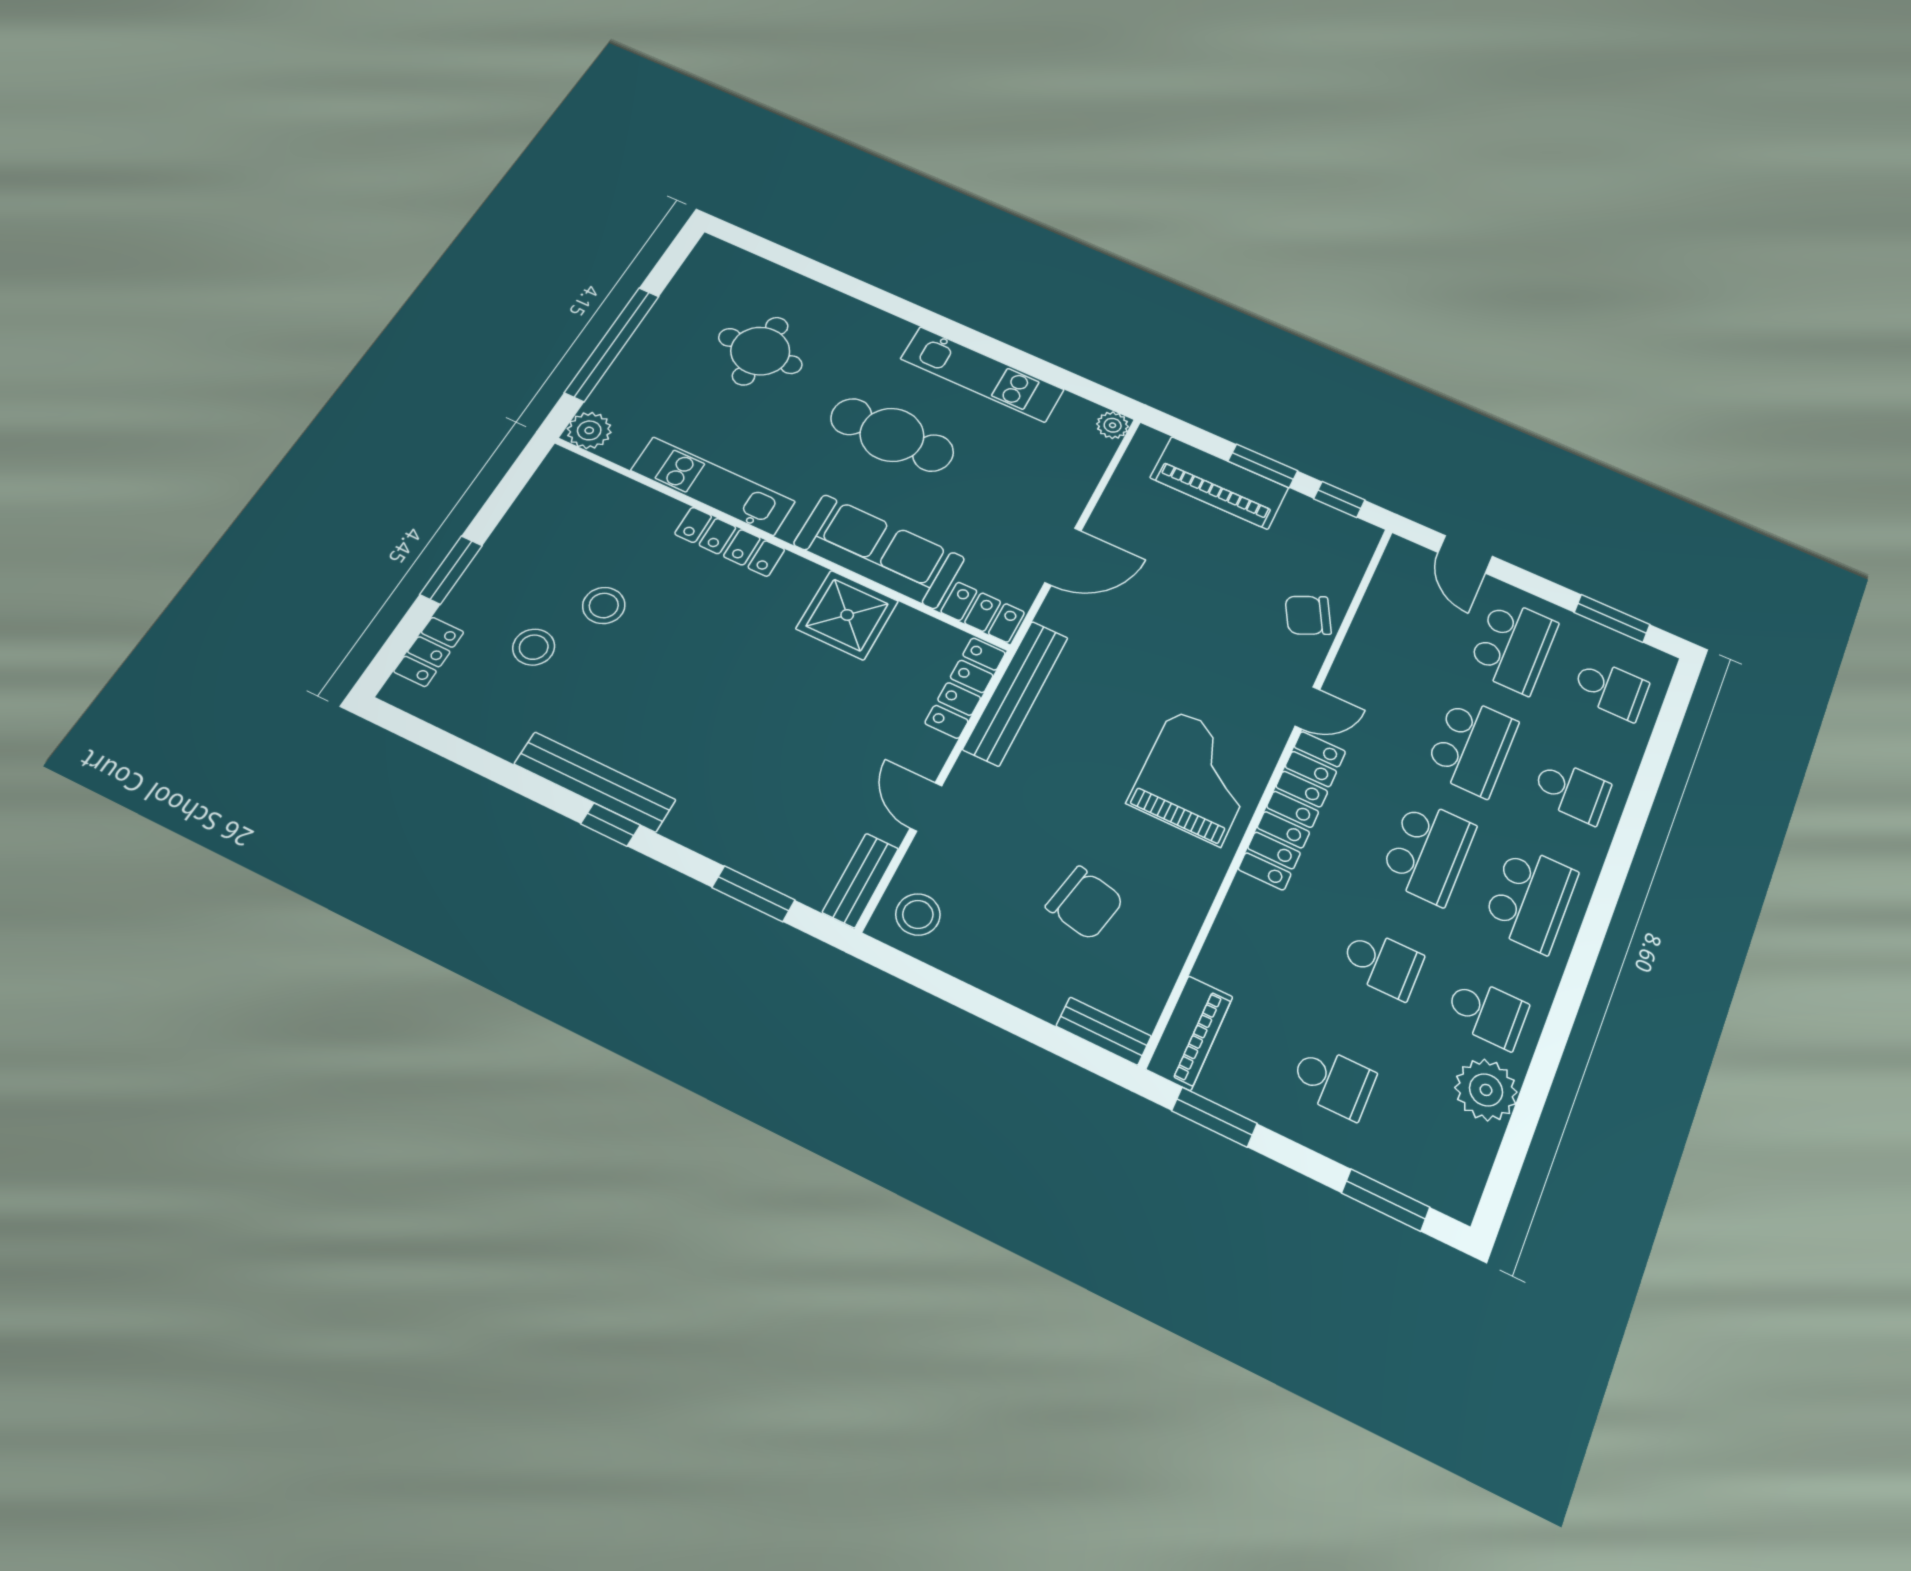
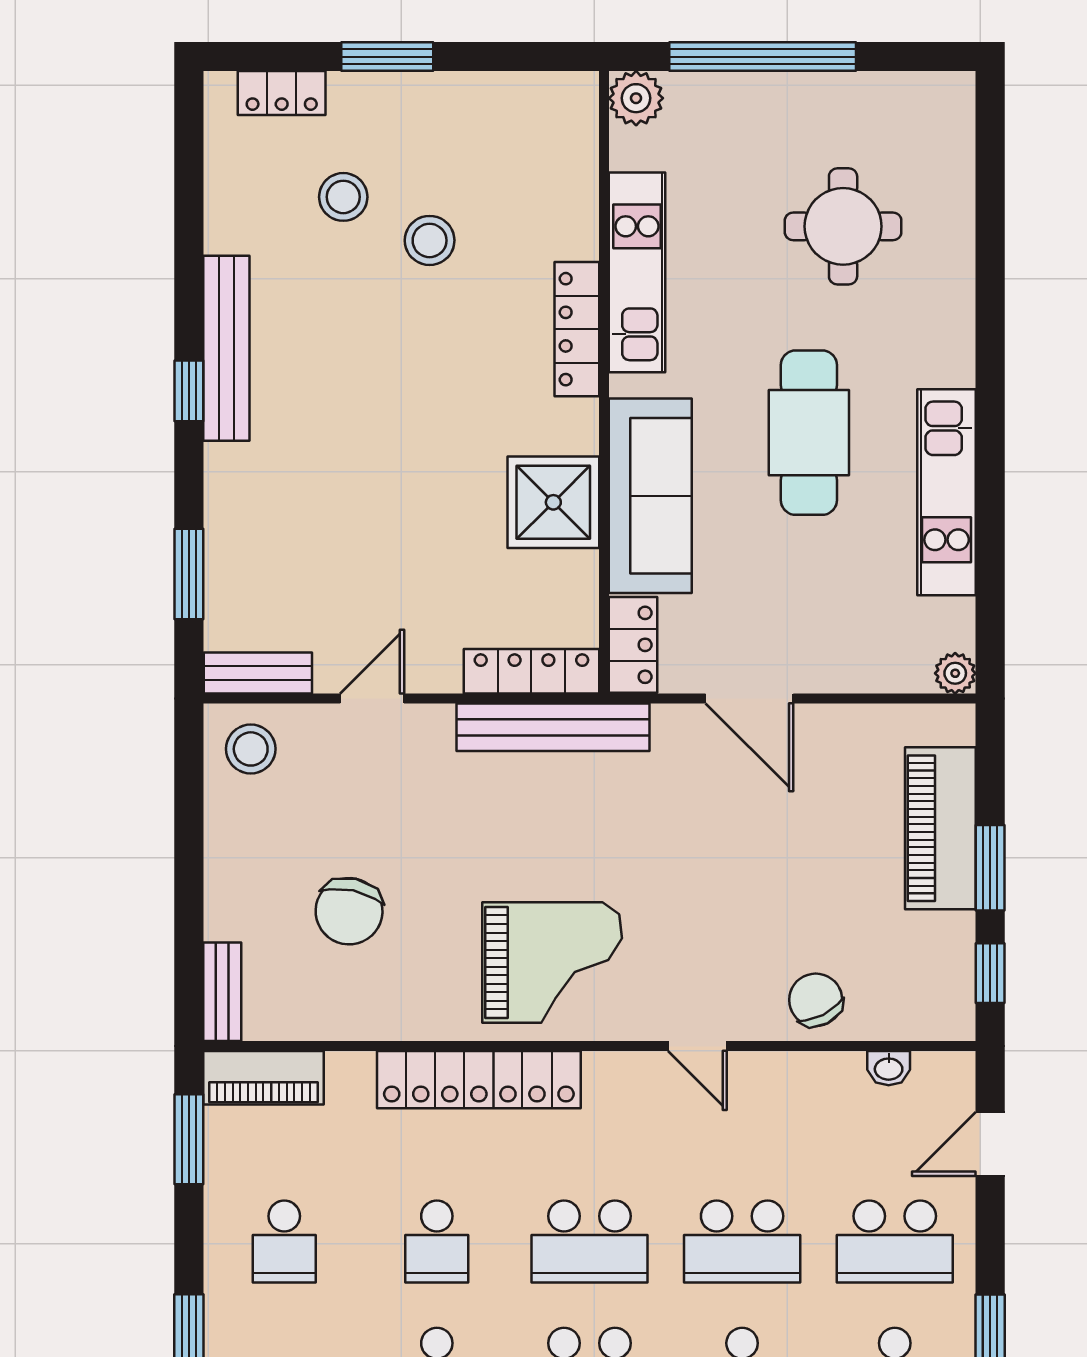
washbasin: (1381, 592) -> (889, 1068), added
locker: (1293, 809) -> (479, 1080), moved

